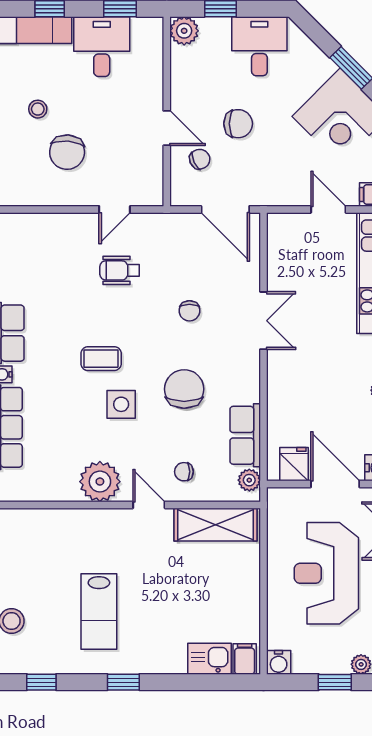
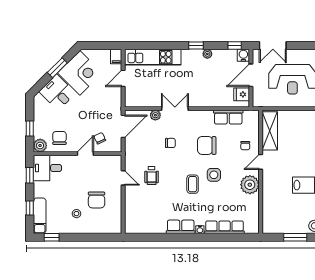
desk: (259, 46) -> (57, 92), moved, turned 45
desk: (102, 47) -> (47, 168), moved
chair: (238, 124) -> (59, 138), moved
chair: (67, 152) -> (97, 200), turned 85
plant: (249, 480) -> (155, 115), moved

